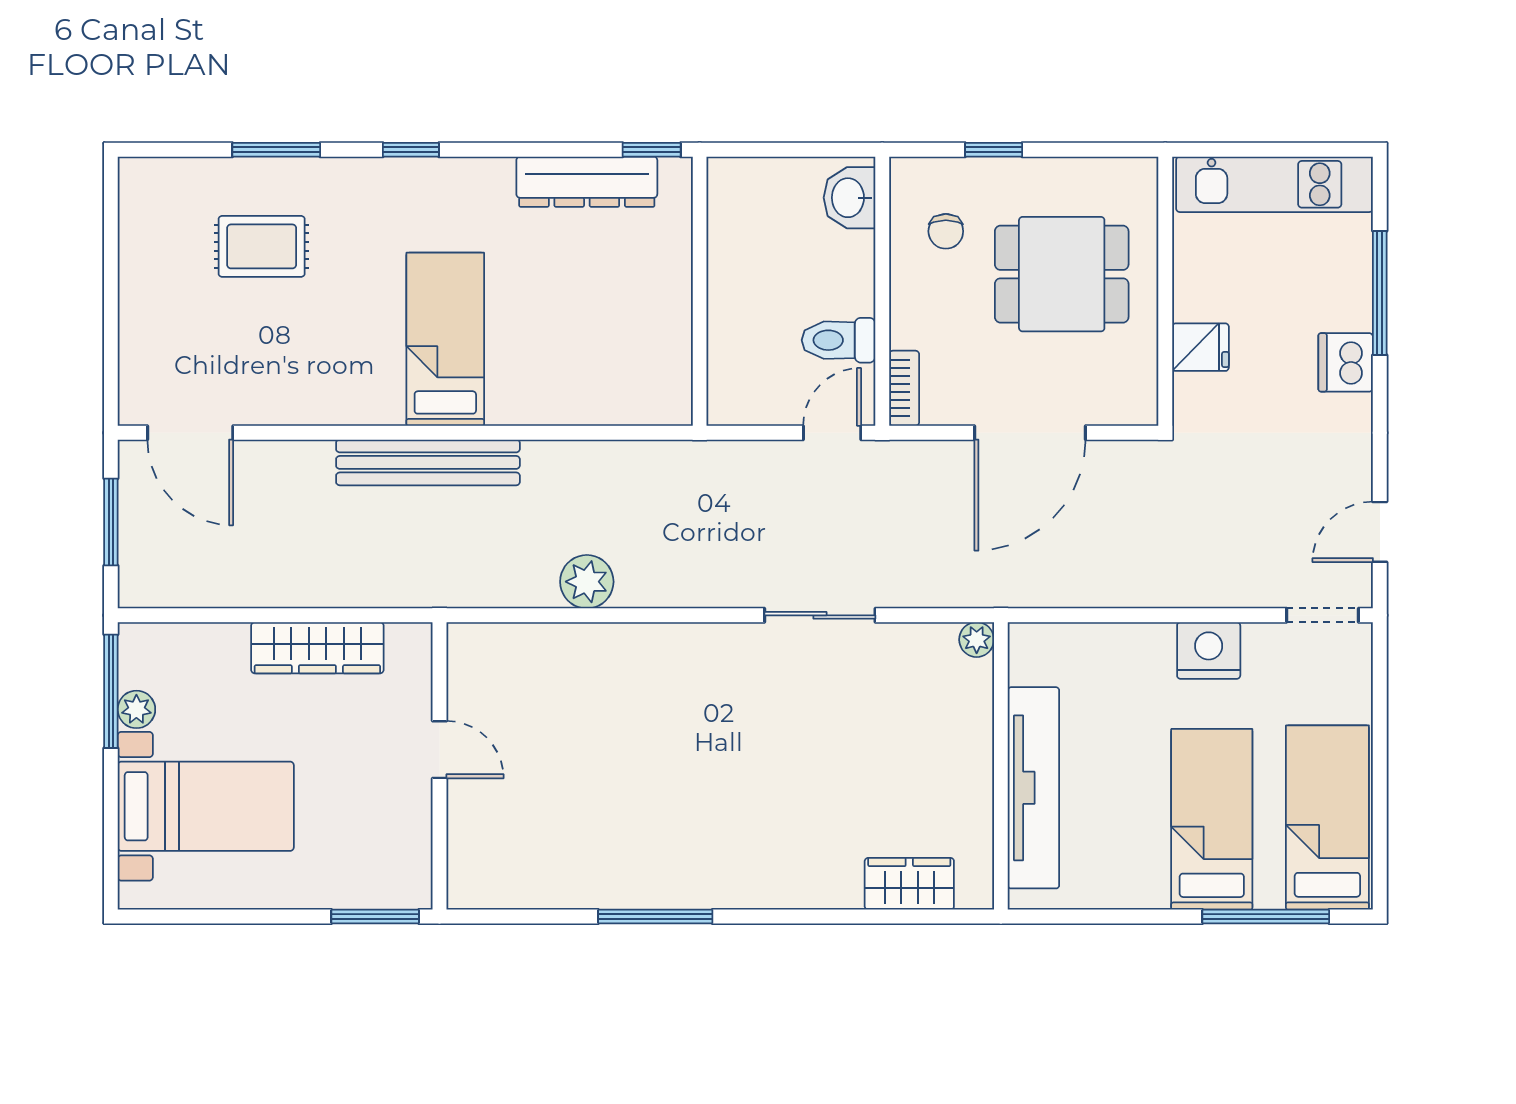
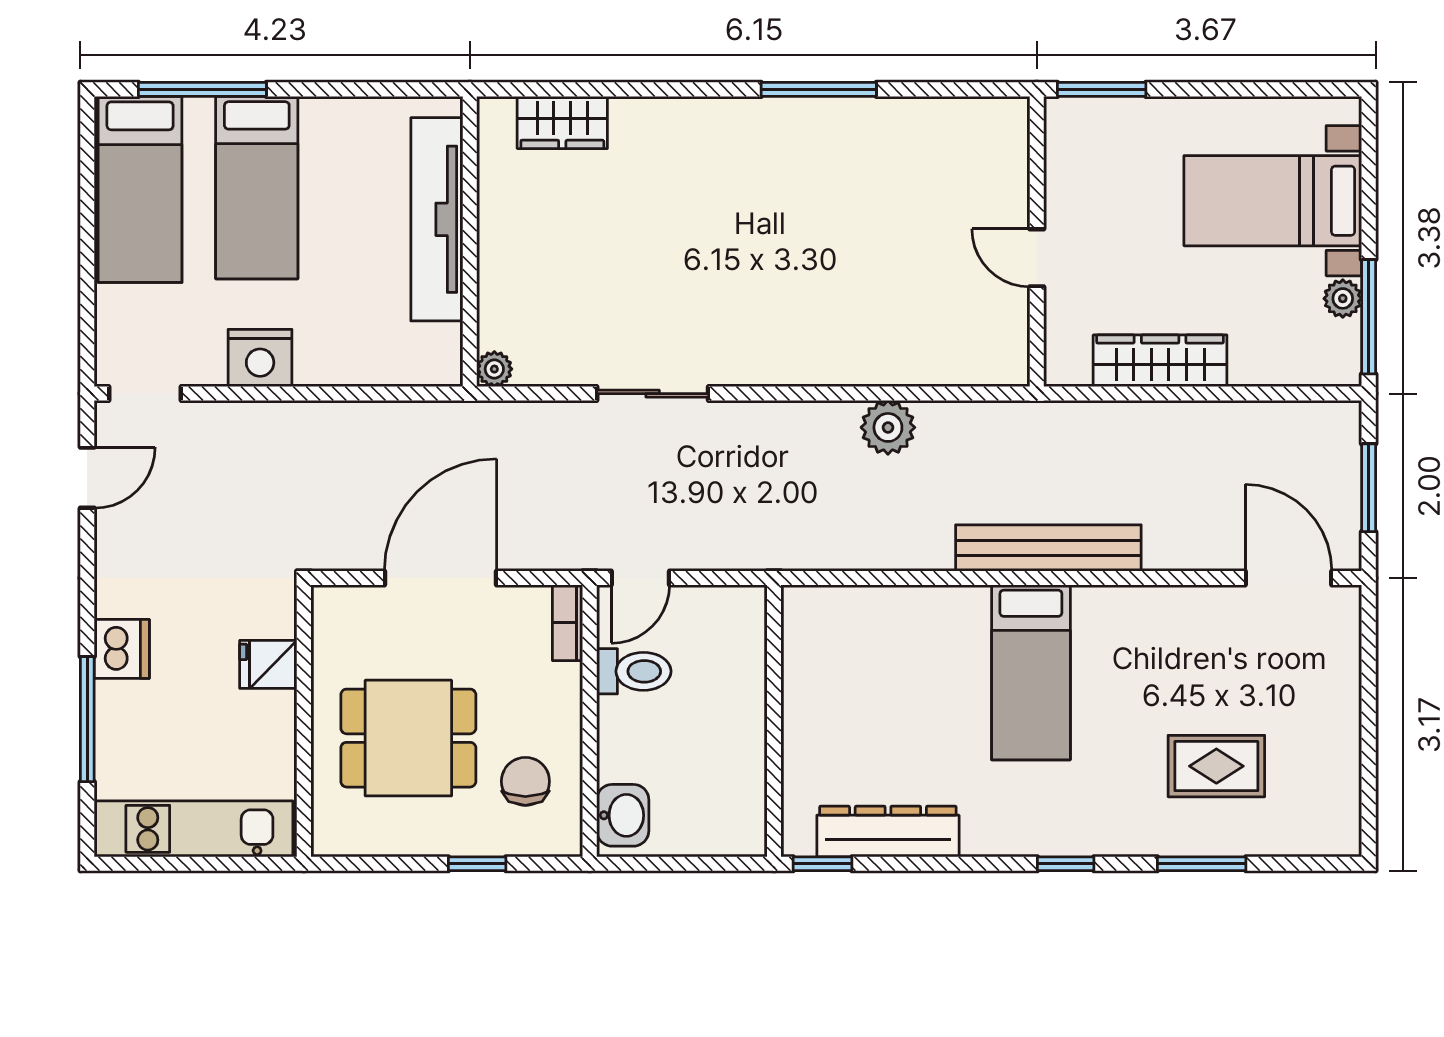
chair: (946, 231) -> (525, 781), width x1.37, depth x1.37

